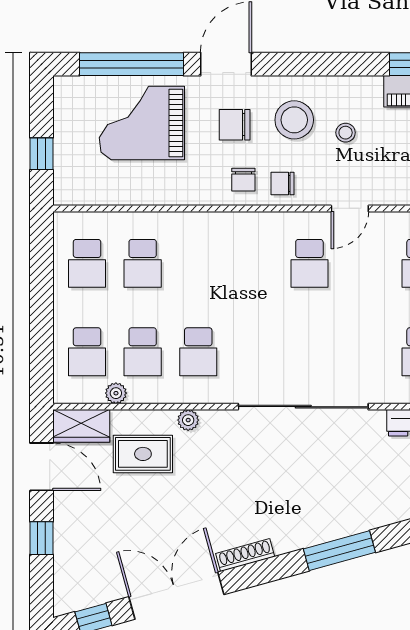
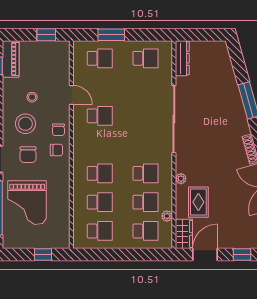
school desk: (198, 263) -> (100, 173), added

